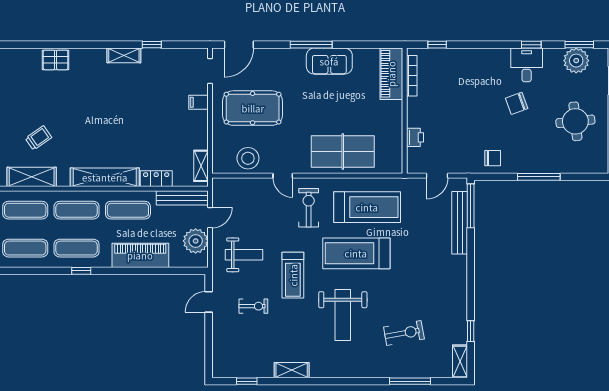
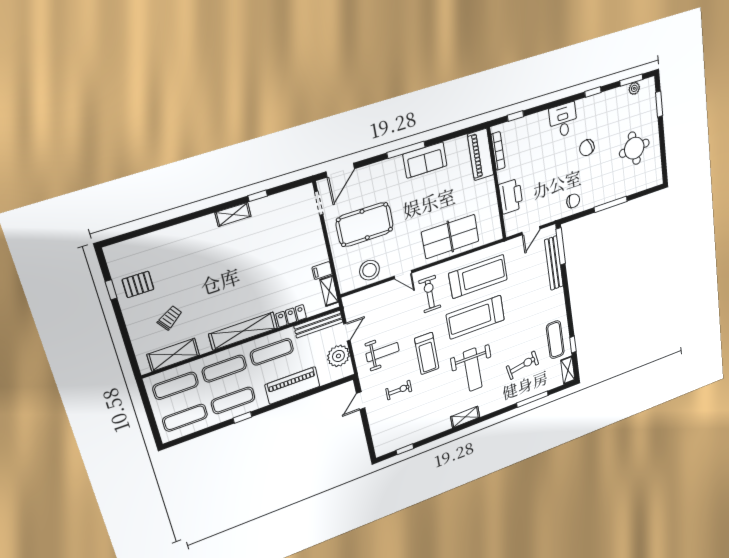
pallet: (56, 60) -> (138, 284), moved
plant: (576, 61) -> (634, 88), width x0.53, depth x0.53
desk: (527, 65) -> (563, 120), moved
filing cabinet: (198, 102) -> (322, 271), moved
printer: (415, 137) -> (511, 196), width x1.87, depth x1.48
exercise mat: (449, 317) -> (555, 340), added
shelving: (292, 370) -> (465, 417), moved

